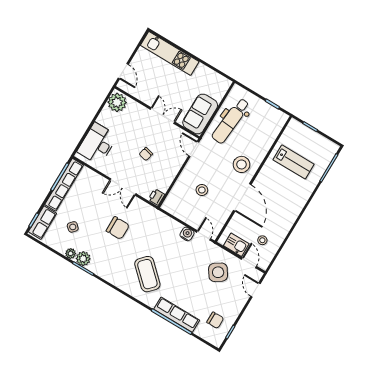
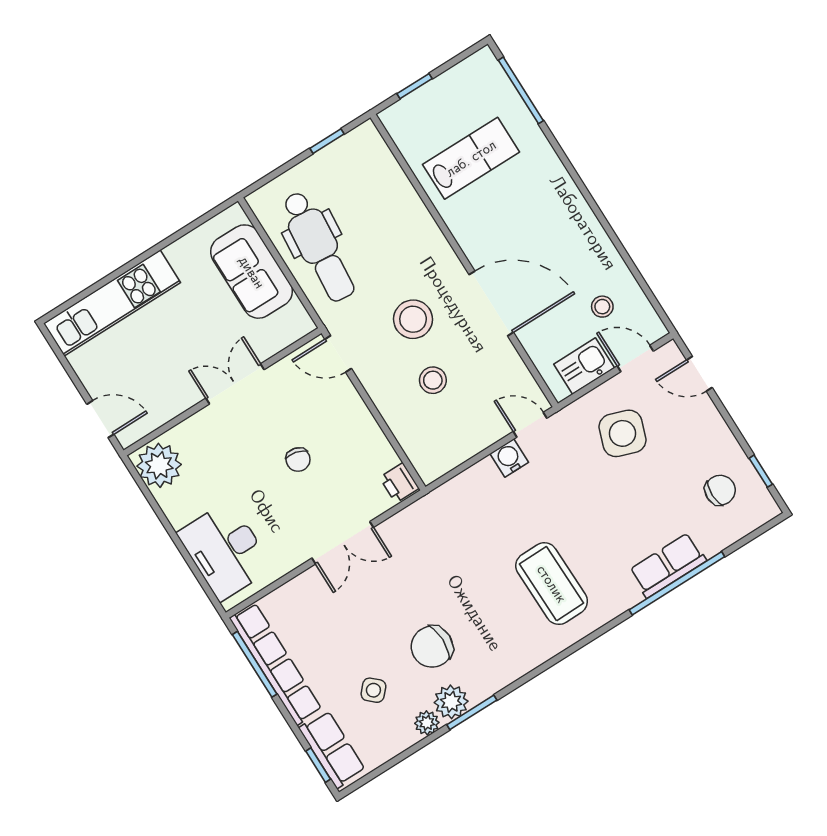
sofa: (200, 114) -> (252, 272), moved
stool: (241, 164) -> (413, 319), moved
chair: (118, 228) -> (432, 647), moved, turned 180
side table: (218, 272) -> (622, 433), turned -38
coffee table: (147, 274) -> (552, 584), turned 46
row of seats: (177, 315) -> (668, 565), width x0.68

